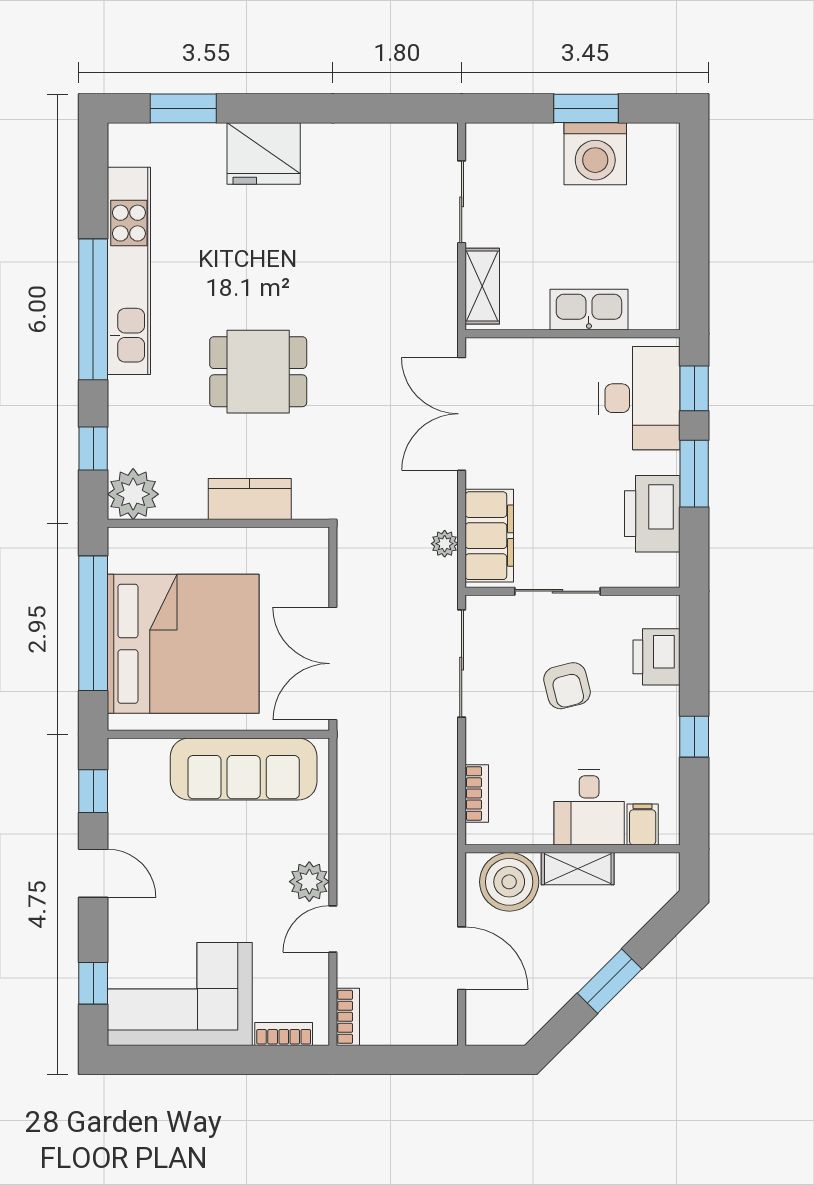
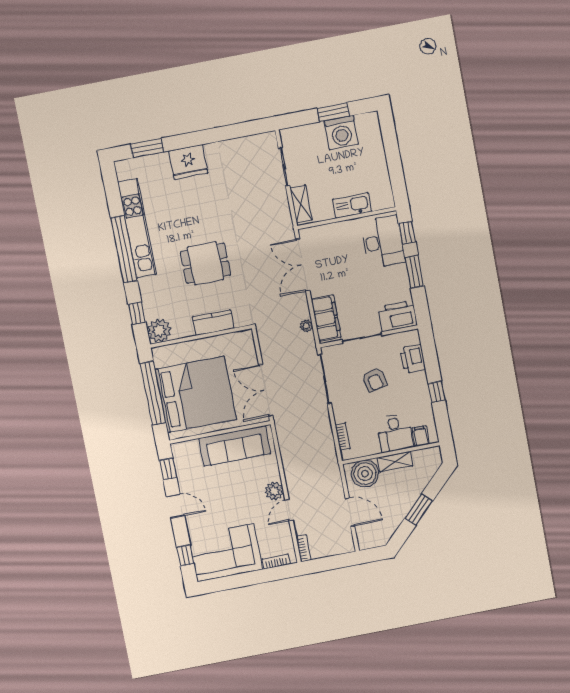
printer: (652, 514) -> (398, 316), moved, turned 90

